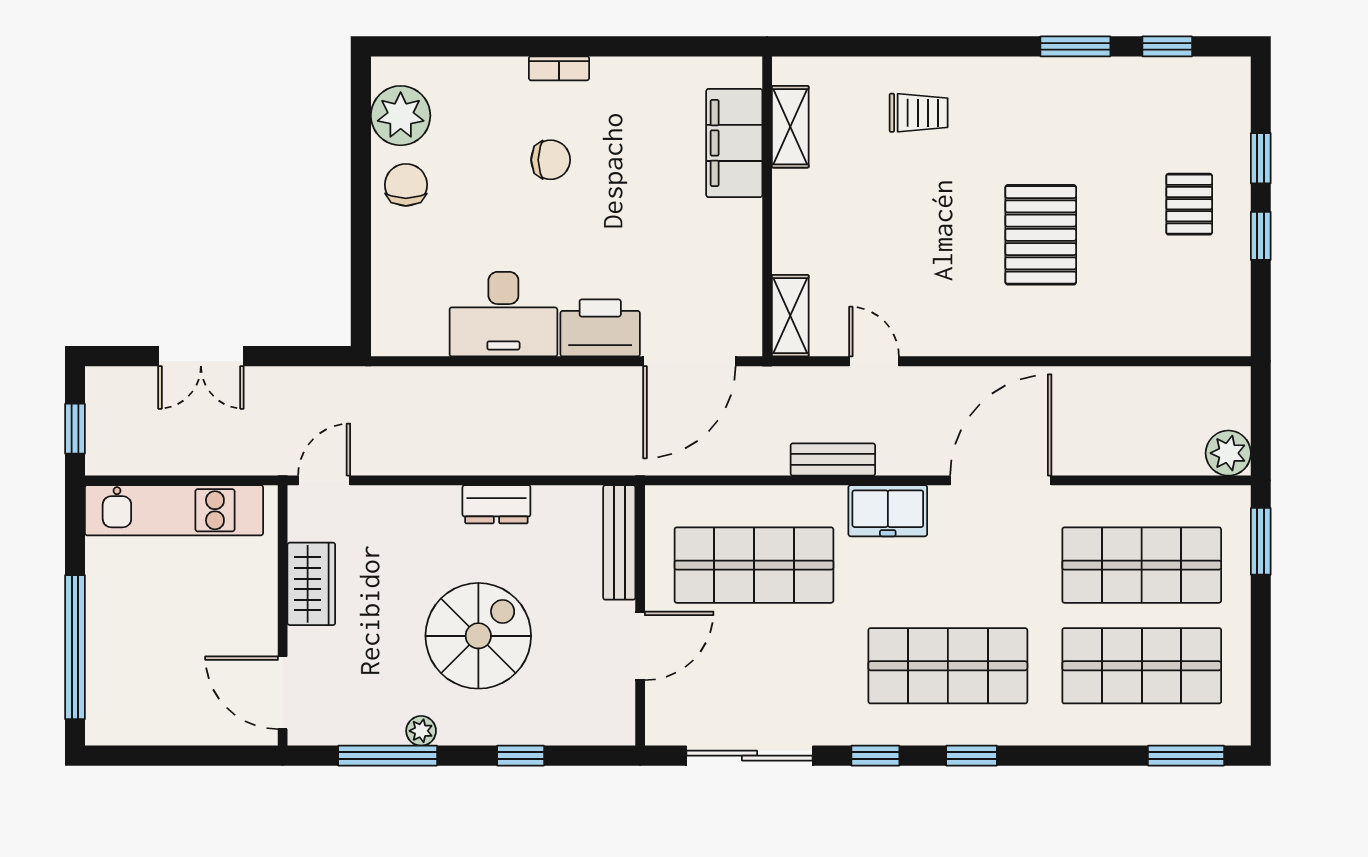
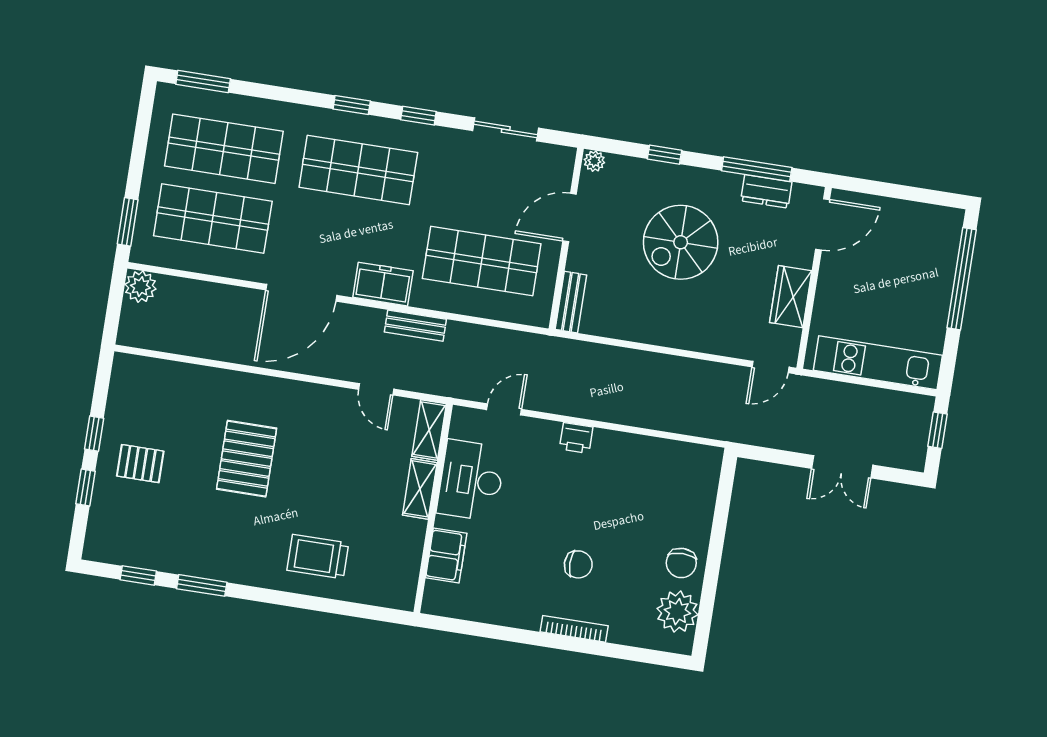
bookcase: (559, 68) -> (574, 629), width x1.56
trolley: (919, 113) -> (318, 557), width x1.36, depth x1.39
shelving: (790, 127) -> (420, 489), moved
filing cabinet: (734, 143) -> (446, 555), width x0.67, depth x0.86
chair: (551, 160) -> (578, 564), turned 180
pallet: (1189, 204) -> (140, 464), turned 90
desk: (503, 314) -> (471, 480), moved, turned -90
printer: (600, 328) -> (576, 438), width x0.53, depth x0.68
double door: (201, 356) -> (842, 467), swing flipped
door: (689, 361) -> (504, 409), width x0.53
dresser: (496, 504) -> (766, 191), moved, turned 180
bench: (619, 542) -> (571, 302), width x0.73
door: (283, 693) -> (823, 224), hinge flipped
plant: (421, 731) -> (594, 161), moved
sliding door: (749, 756) -> (506, 129), width x0.73

